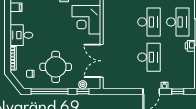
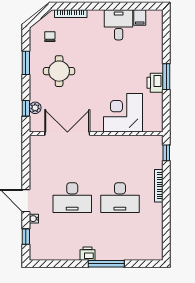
desk: (178, 22) -> (120, 237), removed
desk: (21, 35) -> (119, 25), moved
round table: (56, 67) -> (59, 71), width x0.73, depth x0.73
window: (50, 91) -> (26, 63), width x0.47

